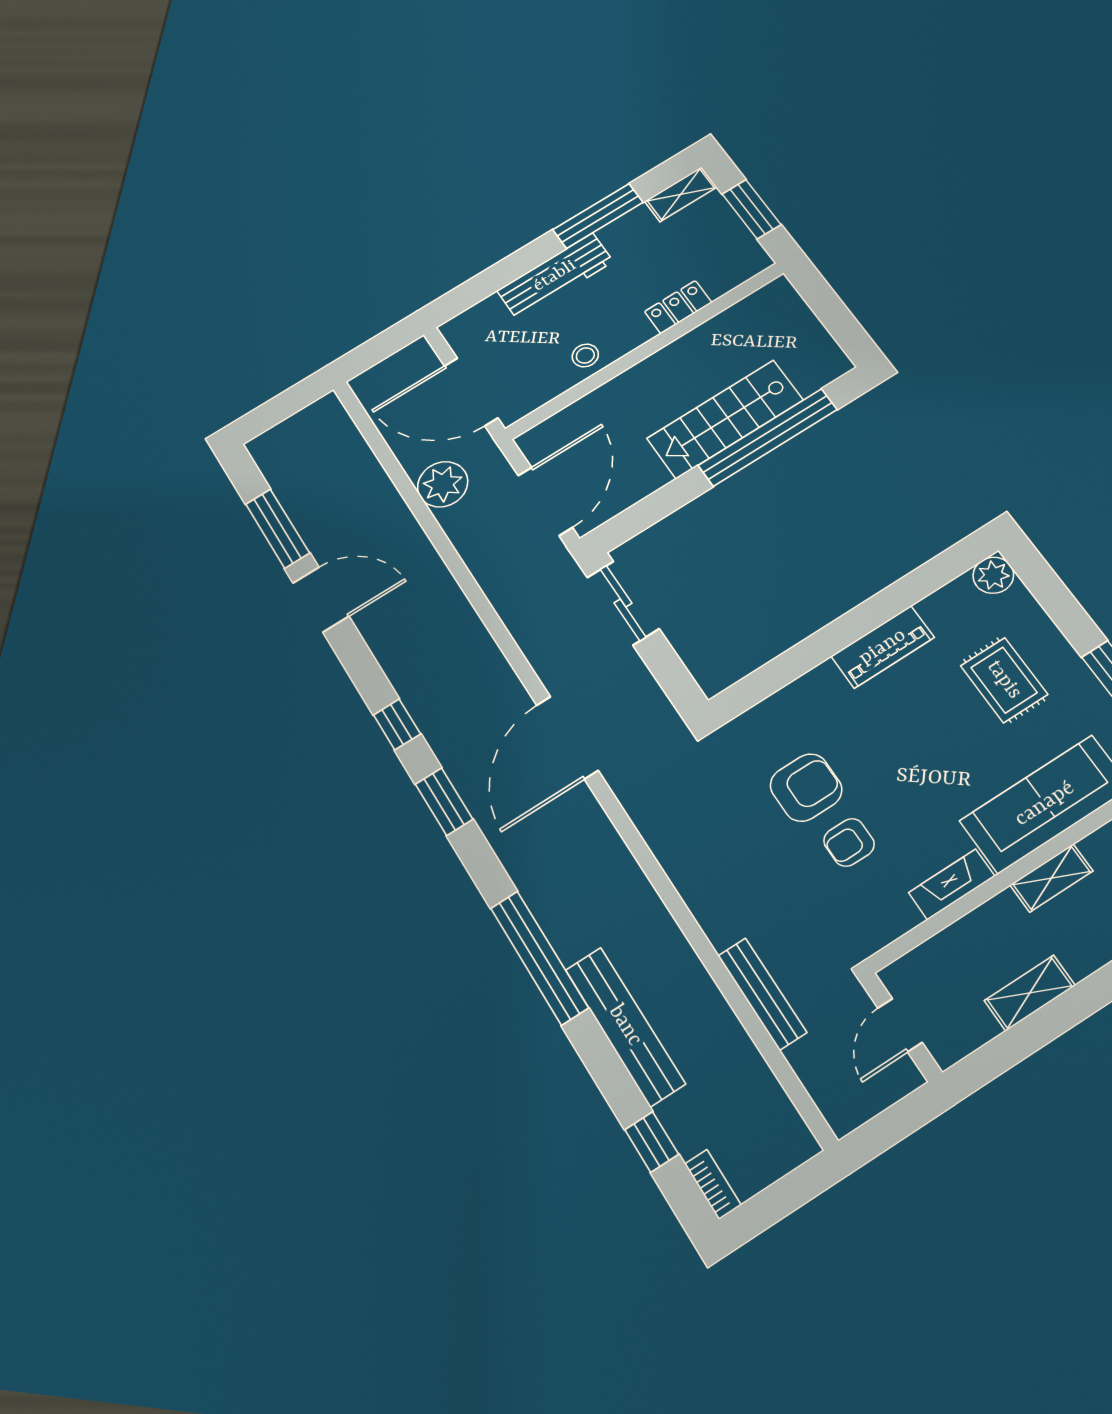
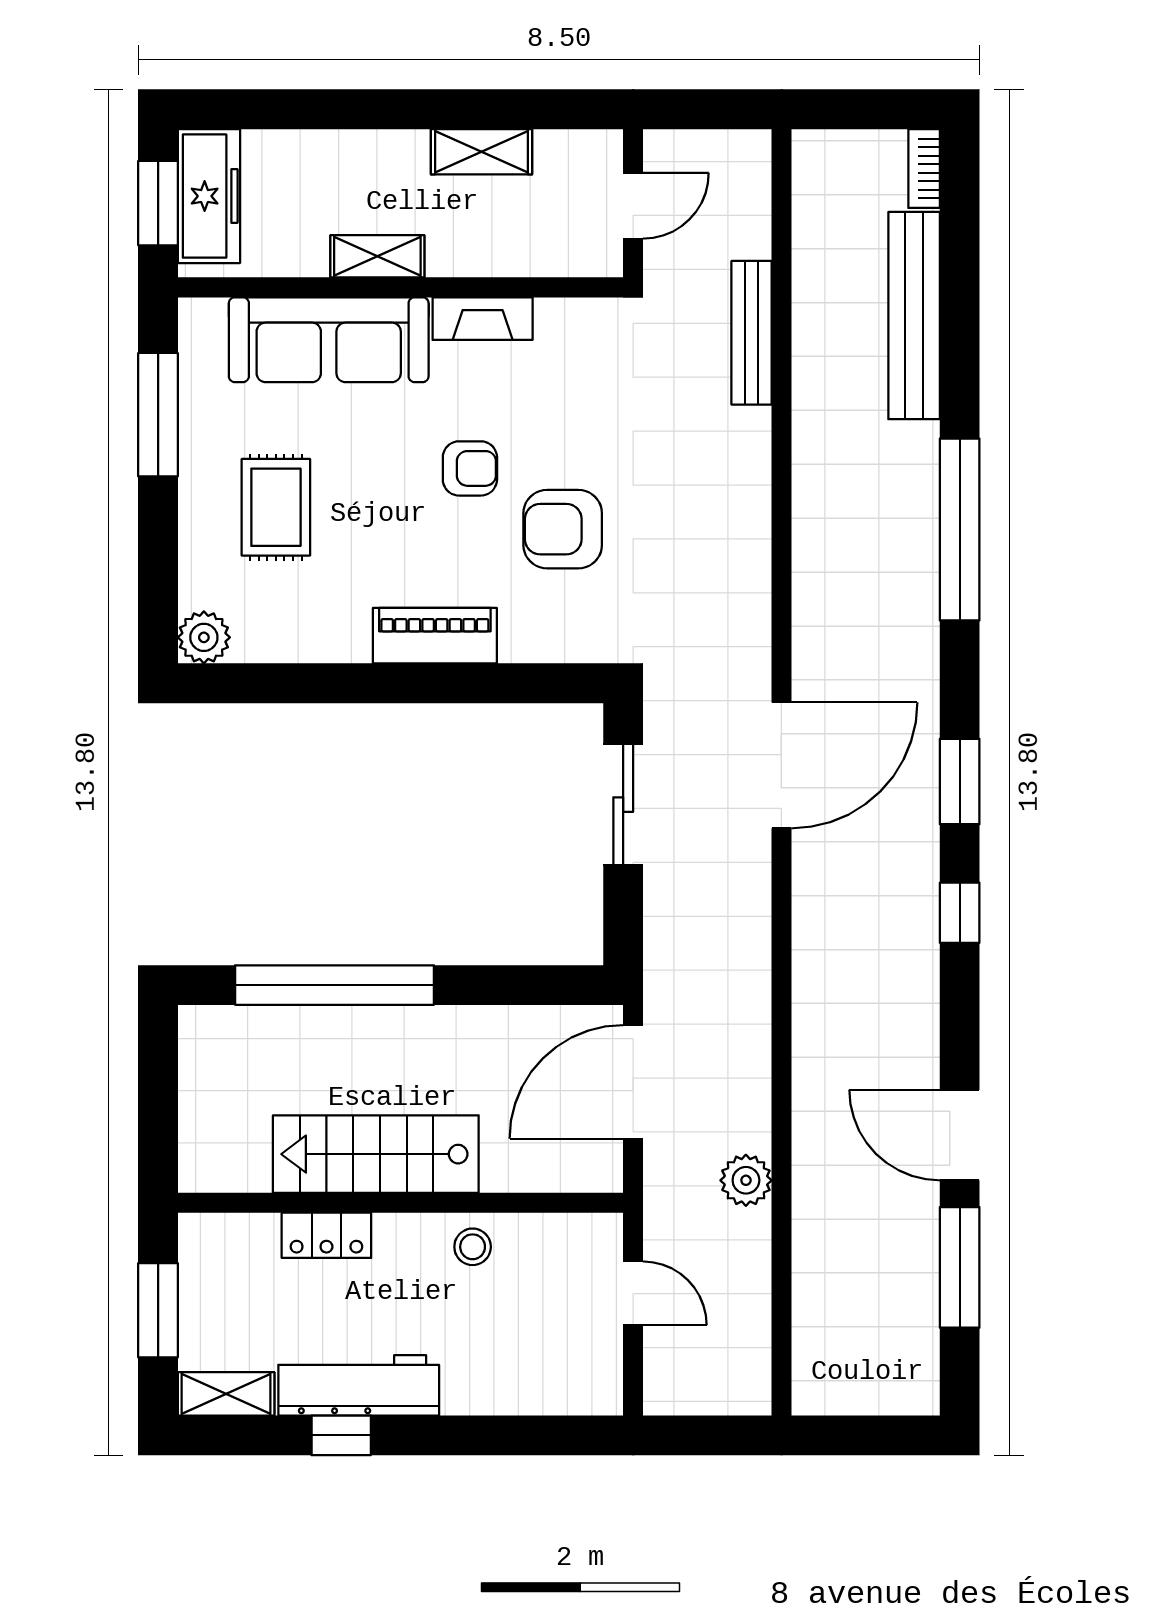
window: (598, 216) -> (341, 1435), width x0.46
workbench: (555, 276) -> (359, 1385), moved
door: (471, 392) -> (633, 1293), width x0.53
stairs: (725, 419) -> (376, 1154), moved, turned 180
plant: (443, 484) -> (746, 1180), width x0.73, depth x0.73
sliding door: (623, 603) -> (623, 805), moved
piano: (883, 647) -> (435, 636), moved
armchair: (849, 842) -> (470, 468), moved
bench: (625, 1026) -> (914, 316), moved
window: (652, 1142) -> (960, 253), removed

